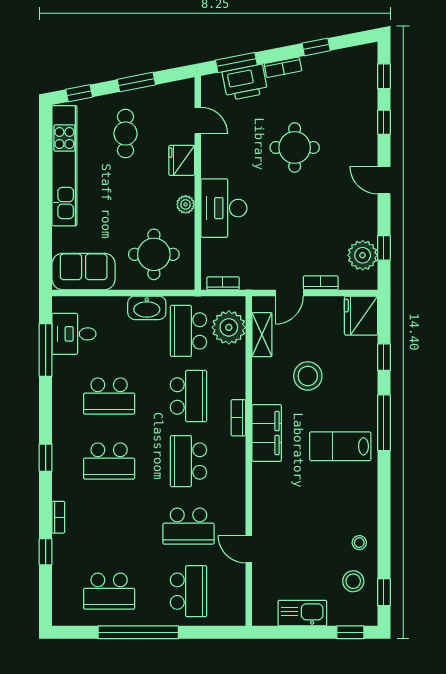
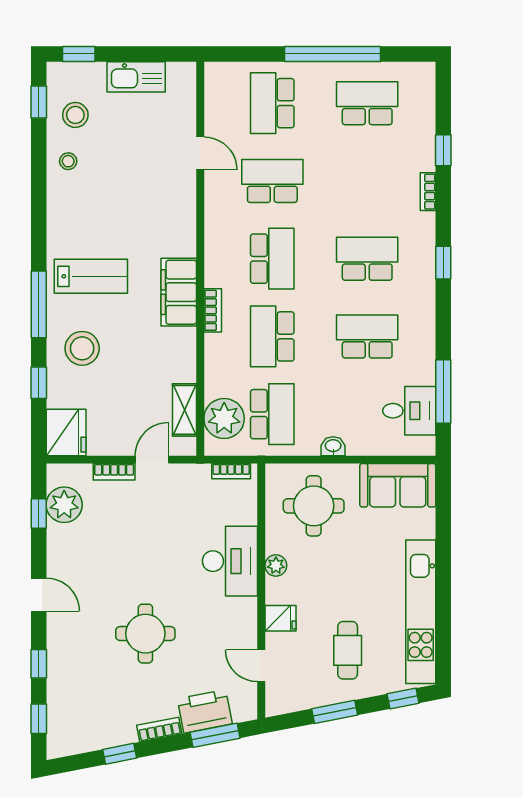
fridge: (182, 160) -> (280, 618), width x0.72
washbasin: (147, 308) -> (333, 446), width x0.52, depth x0.69
stool: (308, 376) -> (82, 348), moved

